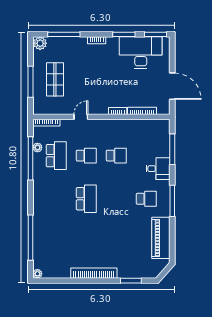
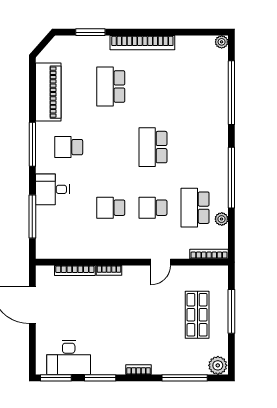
desk: (141, 53) -> (69, 357), width x0.73, depth x0.77
window: (30, 158) -> (231, 178), moved
school desk: (116, 242) -> (111, 87), added

